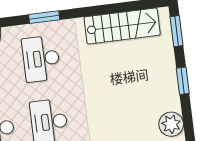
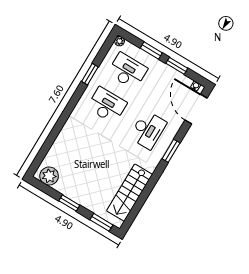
desk: (41, 59) -> (148, 130), turned 90

